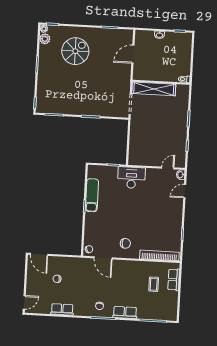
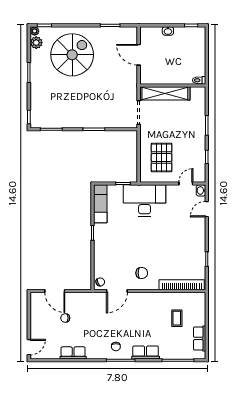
spiral stairs: (75, 51) -> (72, 55), width x1.37, depth x1.37
door: (133, 54) -> (139, 55), hinge flipped
pallet: (148, 144) -> (162, 158), added
desk: (131, 178) -> (145, 201), width x1.36, depth x1.30
exam couch: (92, 195) -> (100, 204), moved
door: (39, 254) -> (55, 291), moved
door: (103, 258) -> (117, 291), hinge flipped
row of seats: (174, 280) -> (200, 338), moved

